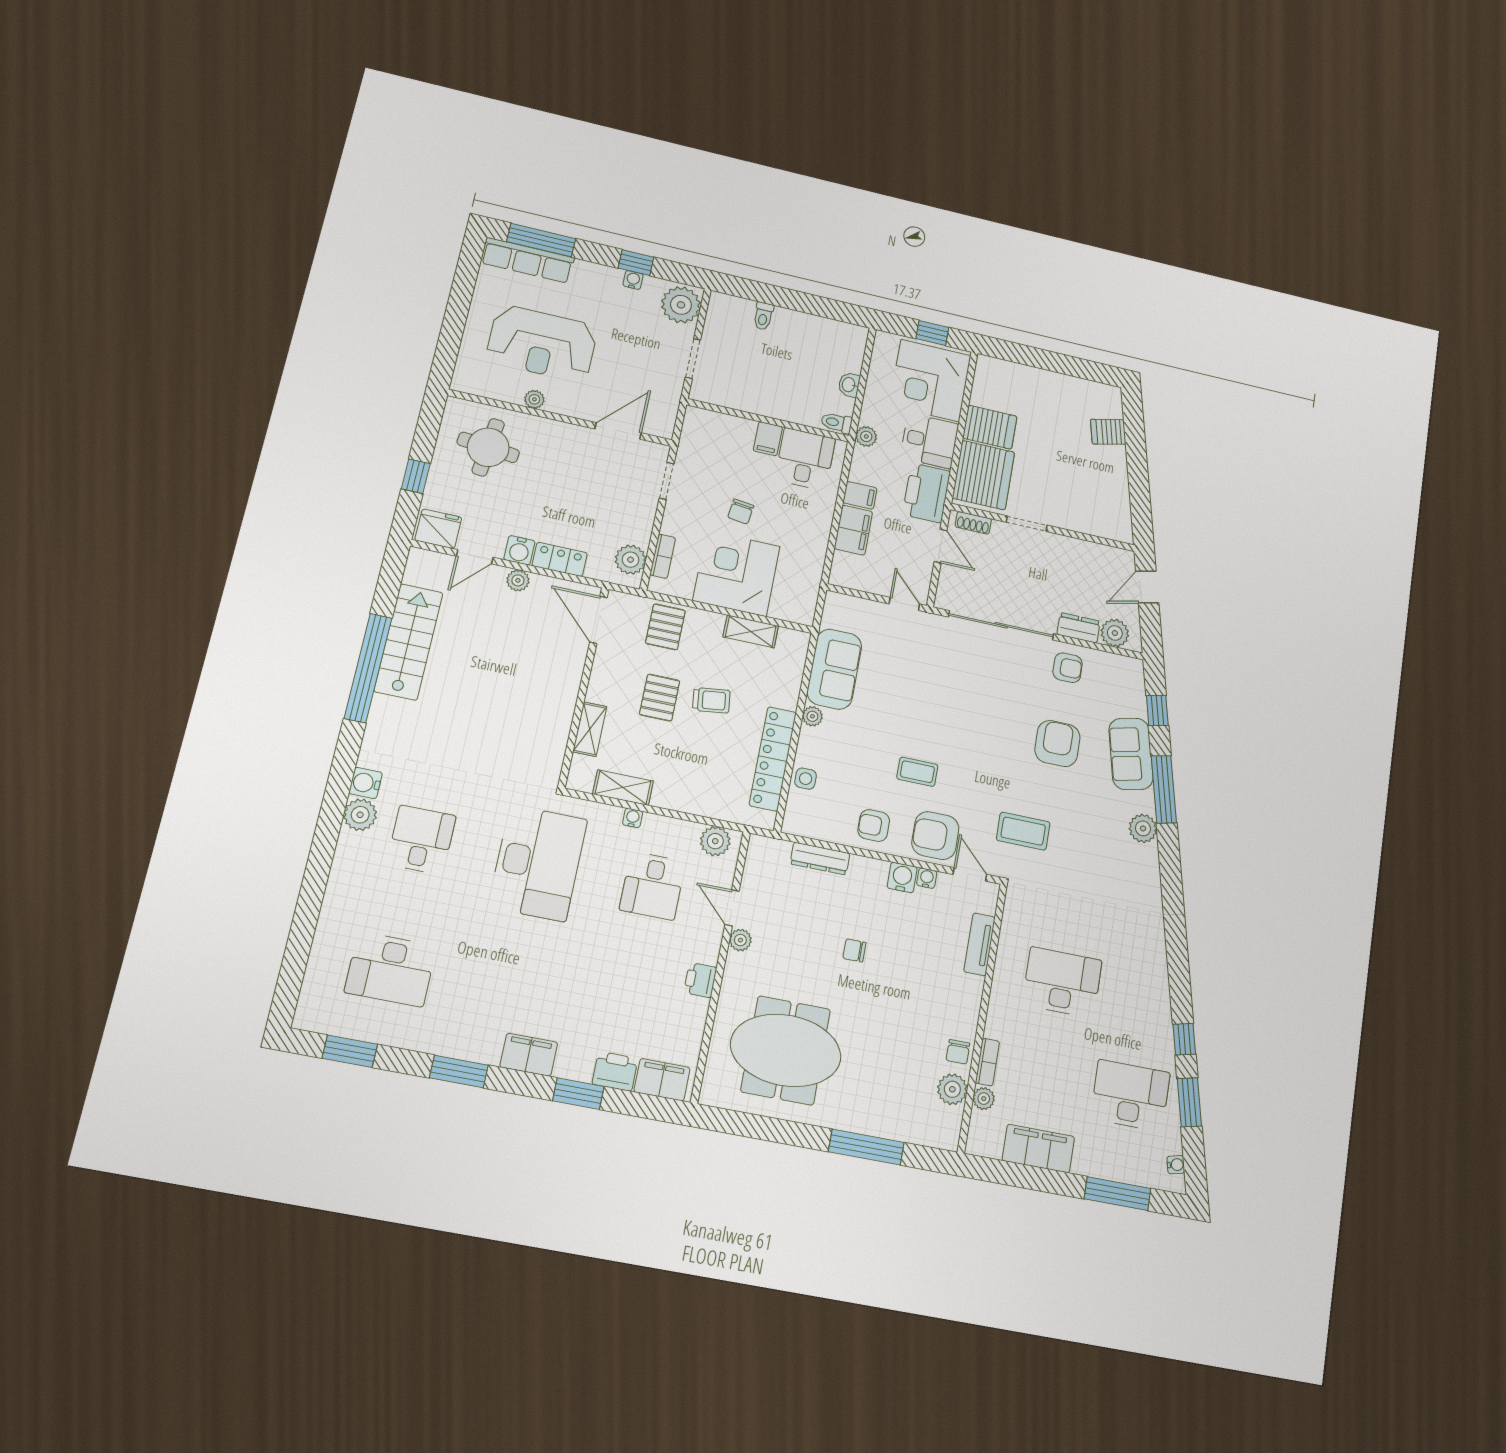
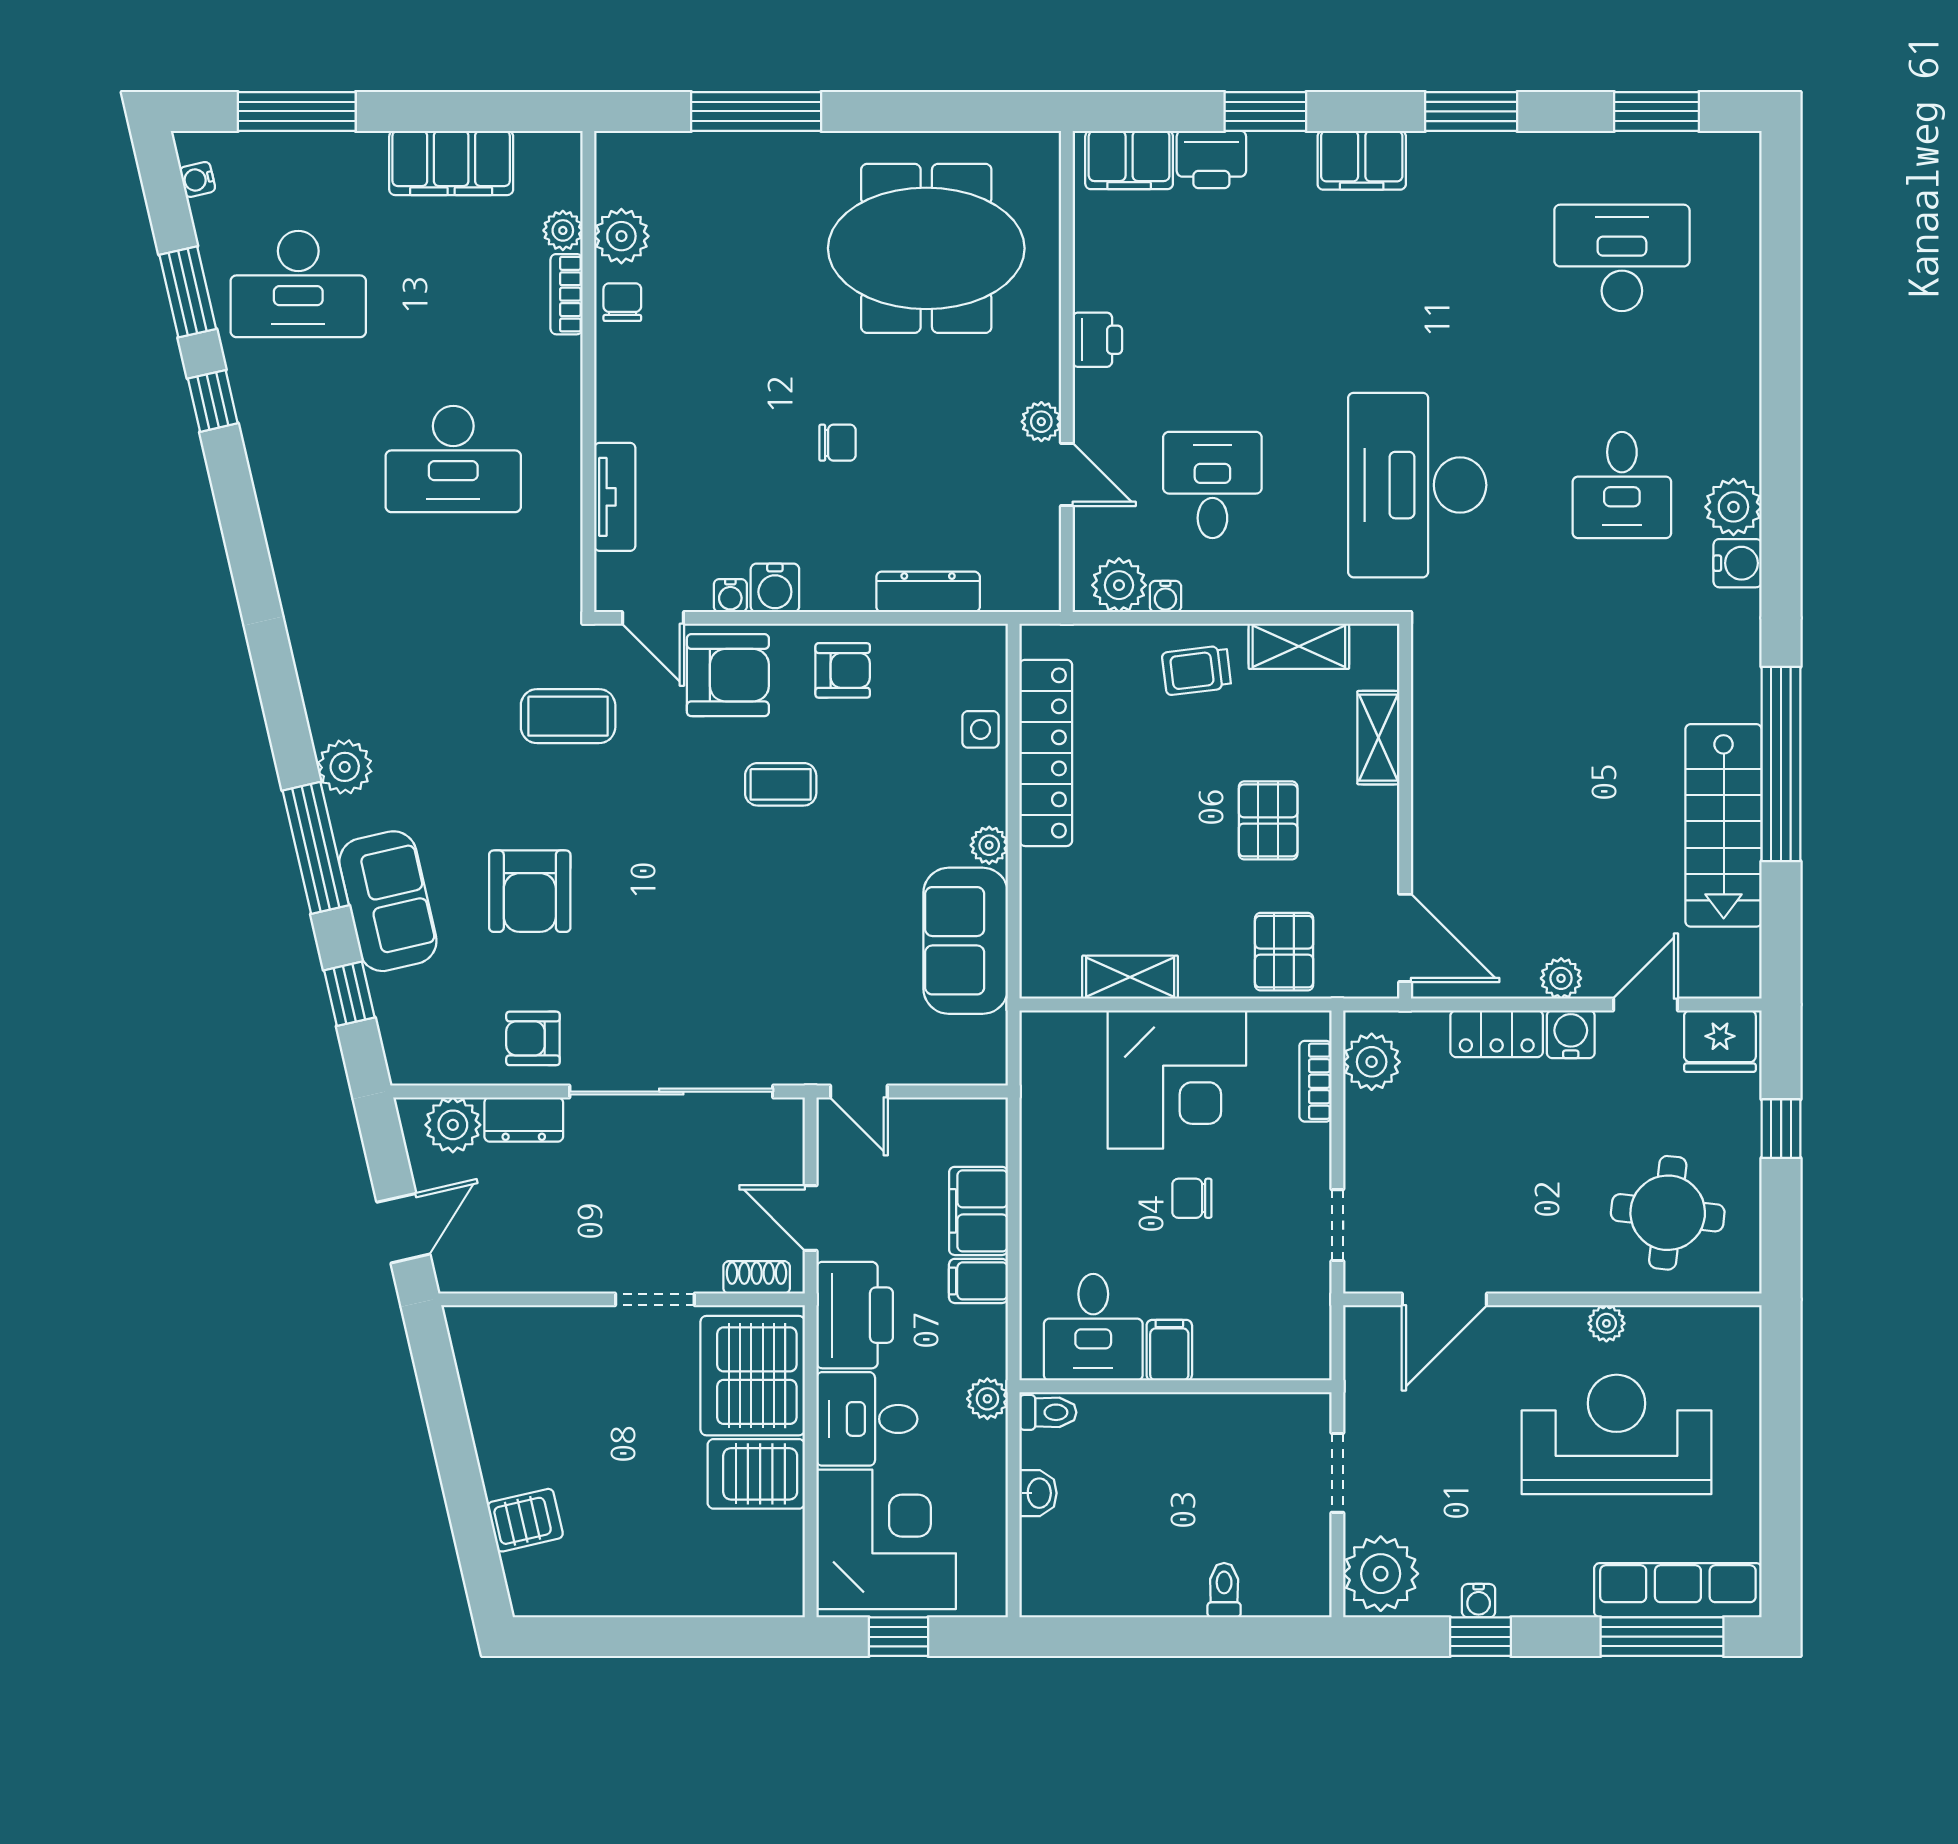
chair: (741, 512) -> (1192, 1198), turned -97
trolley: (711, 700) -> (1196, 670), moved
water cooler: (633, 818) -> (1165, 596), moved

